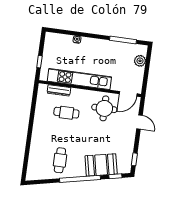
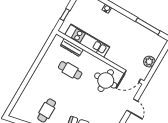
plant: (140, 61) -> (149, 62), moved
kitchen unit: (79, 79) -> (87, 41), width x0.73

